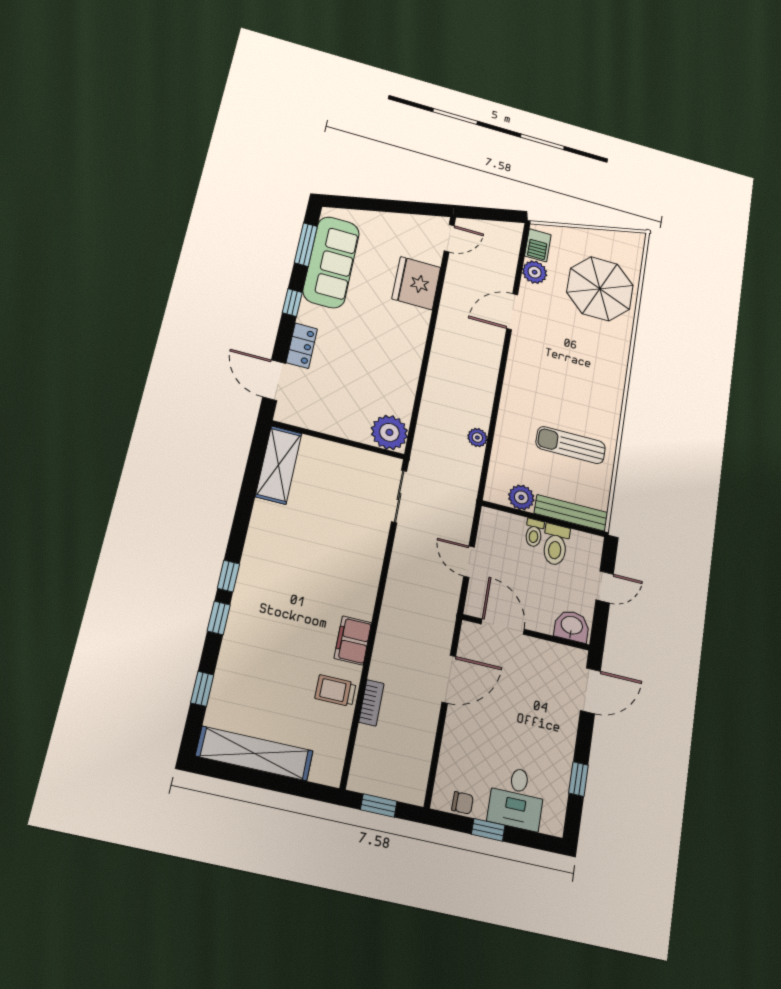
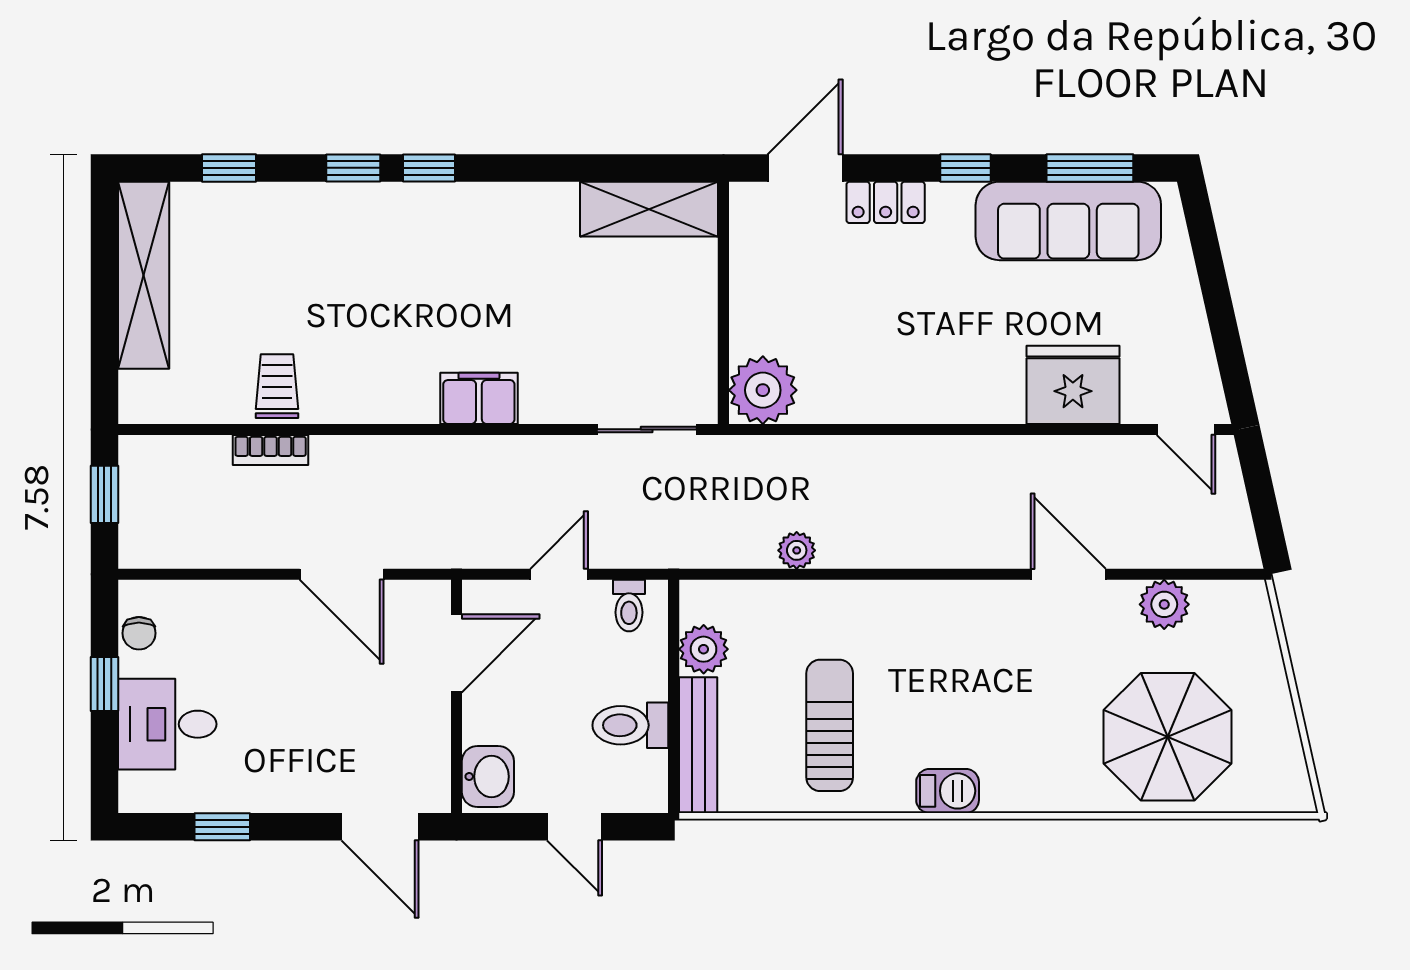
barbecue: (538, 245) -> (948, 791), moved, turned 180
toilet: (534, 533) -> (629, 606), moved, turned -90
filing cabinet: (353, 640) -> (479, 398), moved

